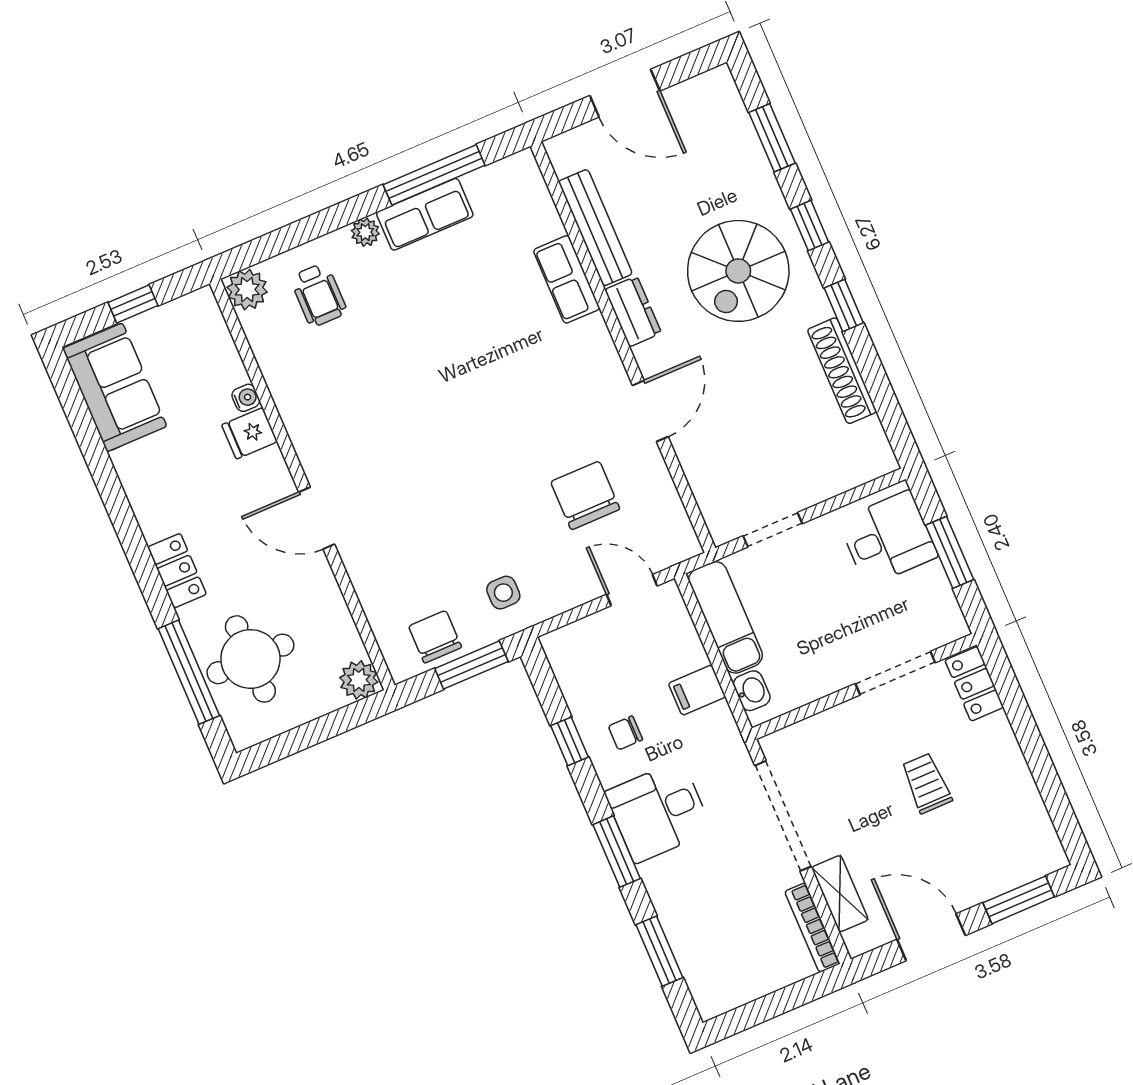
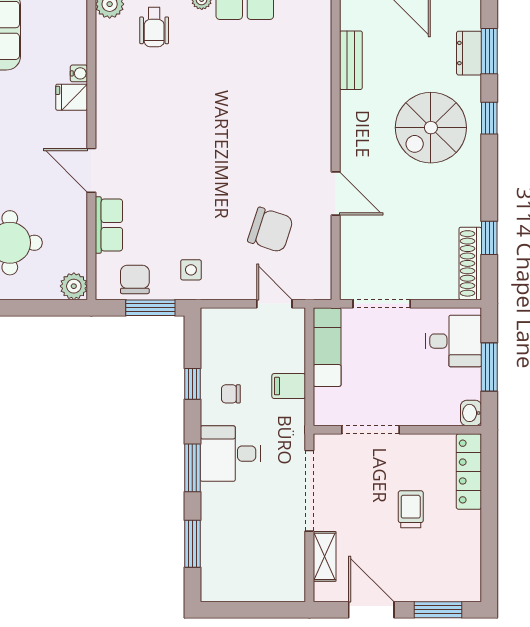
bench: (595, 228) -> (351, 60), width x0.73
row of seats: (567, 279) -> (109, 225), moved, turned 180
window: (844, 305) -> (489, 238), moved
dresser: (633, 311) -> (469, 53), moved, turned 180
shoe rack: (842, 371) -> (470, 263), moved
door: (650, 411) -> (336, 193), hinge flipped
chair: (585, 495) -> (270, 230), turned 108
doorway: (773, 530) -> (382, 304), width x1.38
doorway: (895, 673) -> (371, 430), moved
locker: (974, 684) -> (469, 472), width x1.53
washbasin: (752, 691) -> (471, 413), moved, turned 180
bookcase: (812, 928) -> (297, 571), removed

